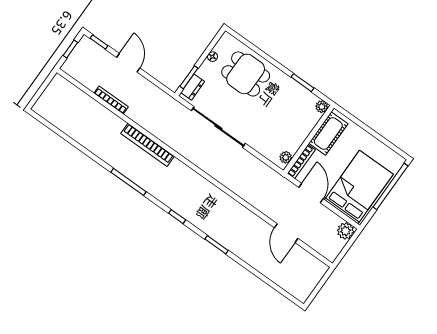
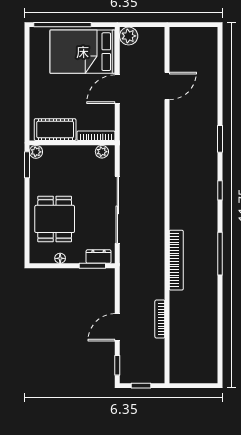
plant: (322, 107) -> (36, 152), moved
cot: (328, 133) -> (55, 130), moved
wall: (309, 139) -> (72, 143), moved
plant: (286, 157) -> (102, 152), moved
bookcase: (301, 162) -> (96, 136), moved

